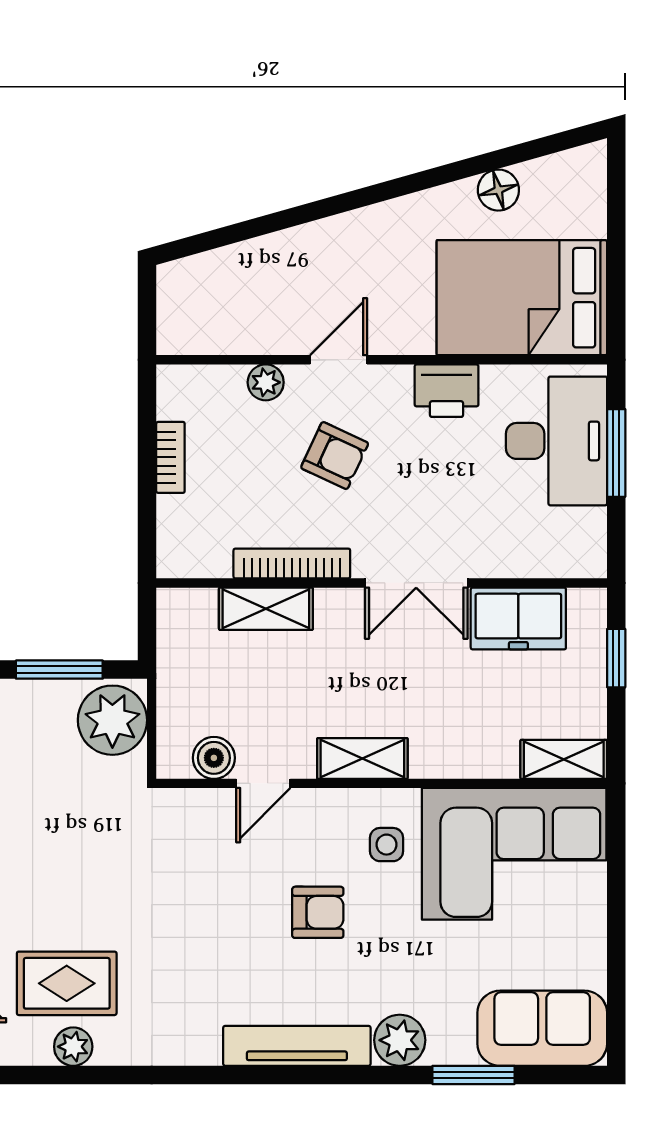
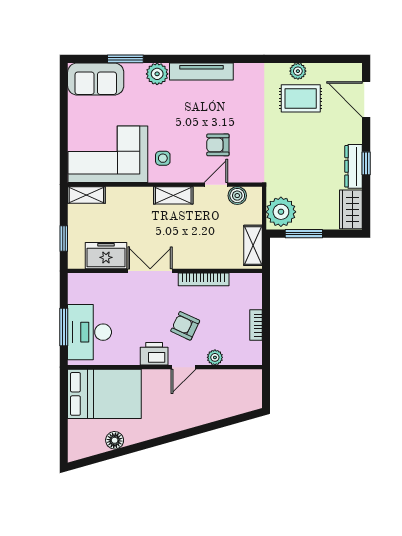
printer: (447, 391) -> (154, 354), moved
shelving: (266, 609) -> (253, 245), moved, turned 90
armchair: (318, 912) -> (218, 145), moved

